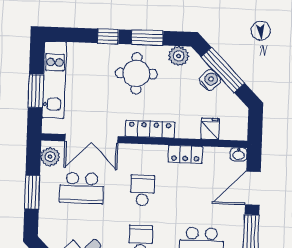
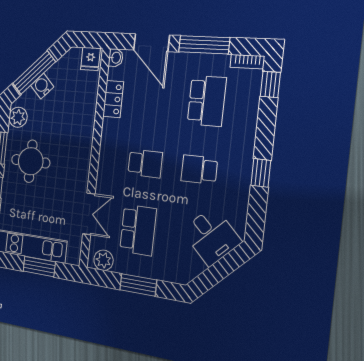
locker: (150, 129) -> (84, 151), removed
fridge: (210, 129) -> (90, 59), moved, turned -90
double door: (91, 139) -> (89, 214), width x0.73
locker: (185, 154) -> (113, 99), moved
school desk: (142, 190) -> (145, 163), turned 180

